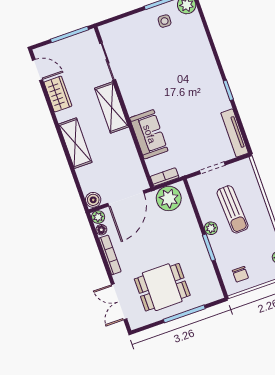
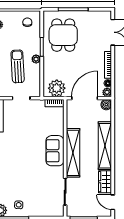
shelving: (112, 107) -> (73, 153), width x1.47
sofa: (149, 134) -> (55, 151), moved
shelving: (75, 143) -> (105, 146), width x1.47
dining table: (162, 287) -> (63, 35), moved, turned 90

